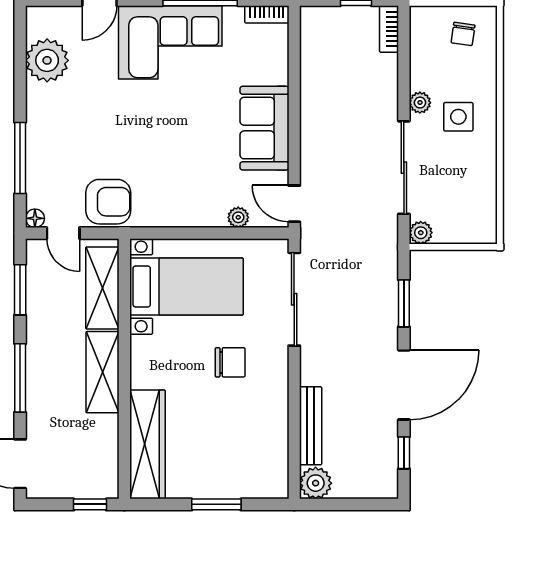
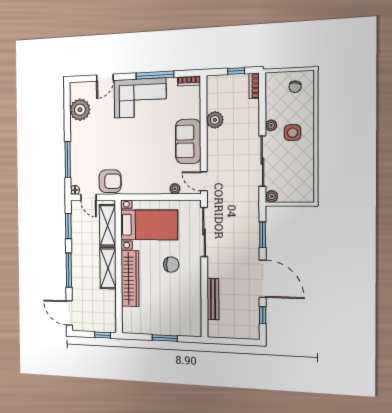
door: (404, 385) -> (263, 279), hinge flipped
wardrobe: (147, 444) -> (130, 278), moved
plant: (316, 483) -> (215, 120), moved

